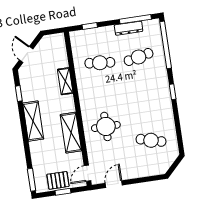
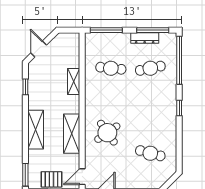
window: (90, 26) -> (106, 30), width x2.17
shelving: (33, 121) -> (36, 130), moved
round table: (106, 126) -> (107, 133), turned -35

